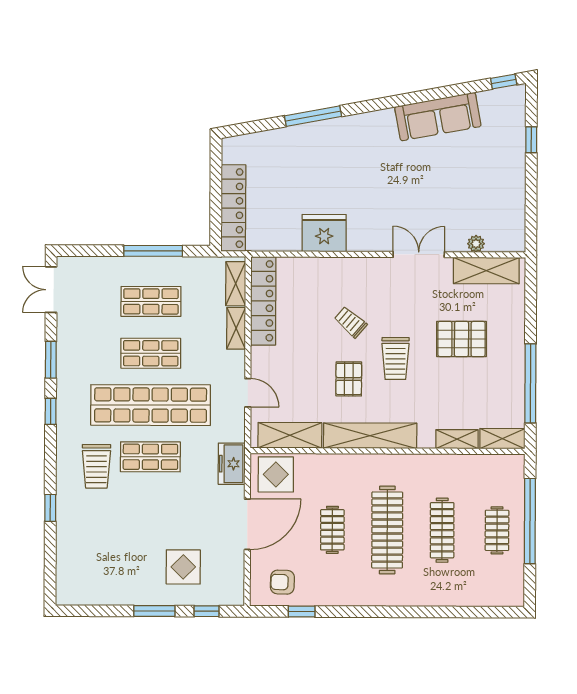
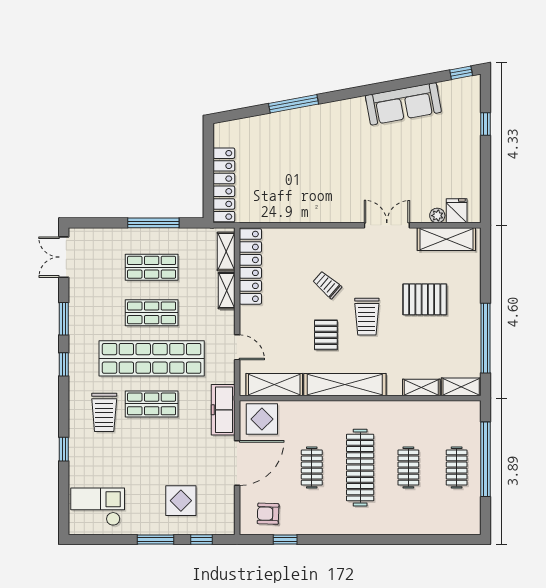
fridge: (324, 233) -> (457, 211), moved, width x0.53, depth x0.75
freezer: (232, 464) -> (223, 410), width x1.40
clothes rail: (442, 530) -> (408, 468), width x0.73
checkout: (89, 574) -> (98, 507), added

